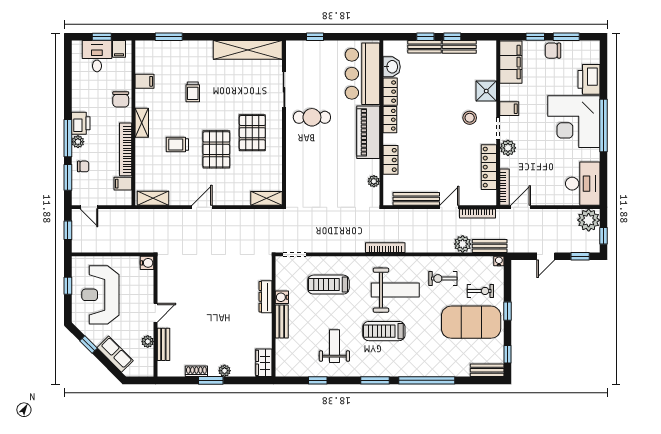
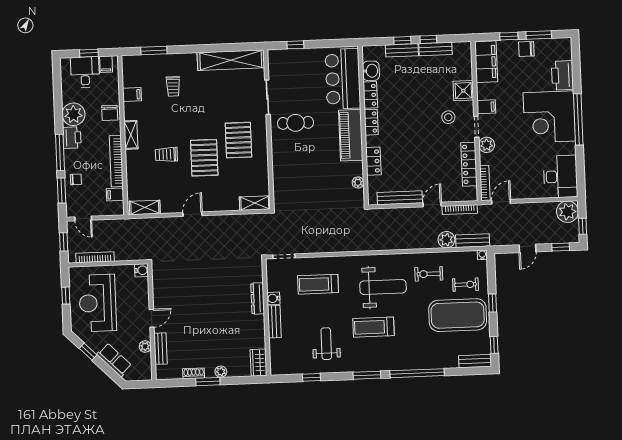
trolley: (193, 92) -> (173, 86), moved
plant: (78, 142) -> (73, 114), moved, width x1.88, depth x1.88
bookcase: (385, 248) -> (95, 257), moved

